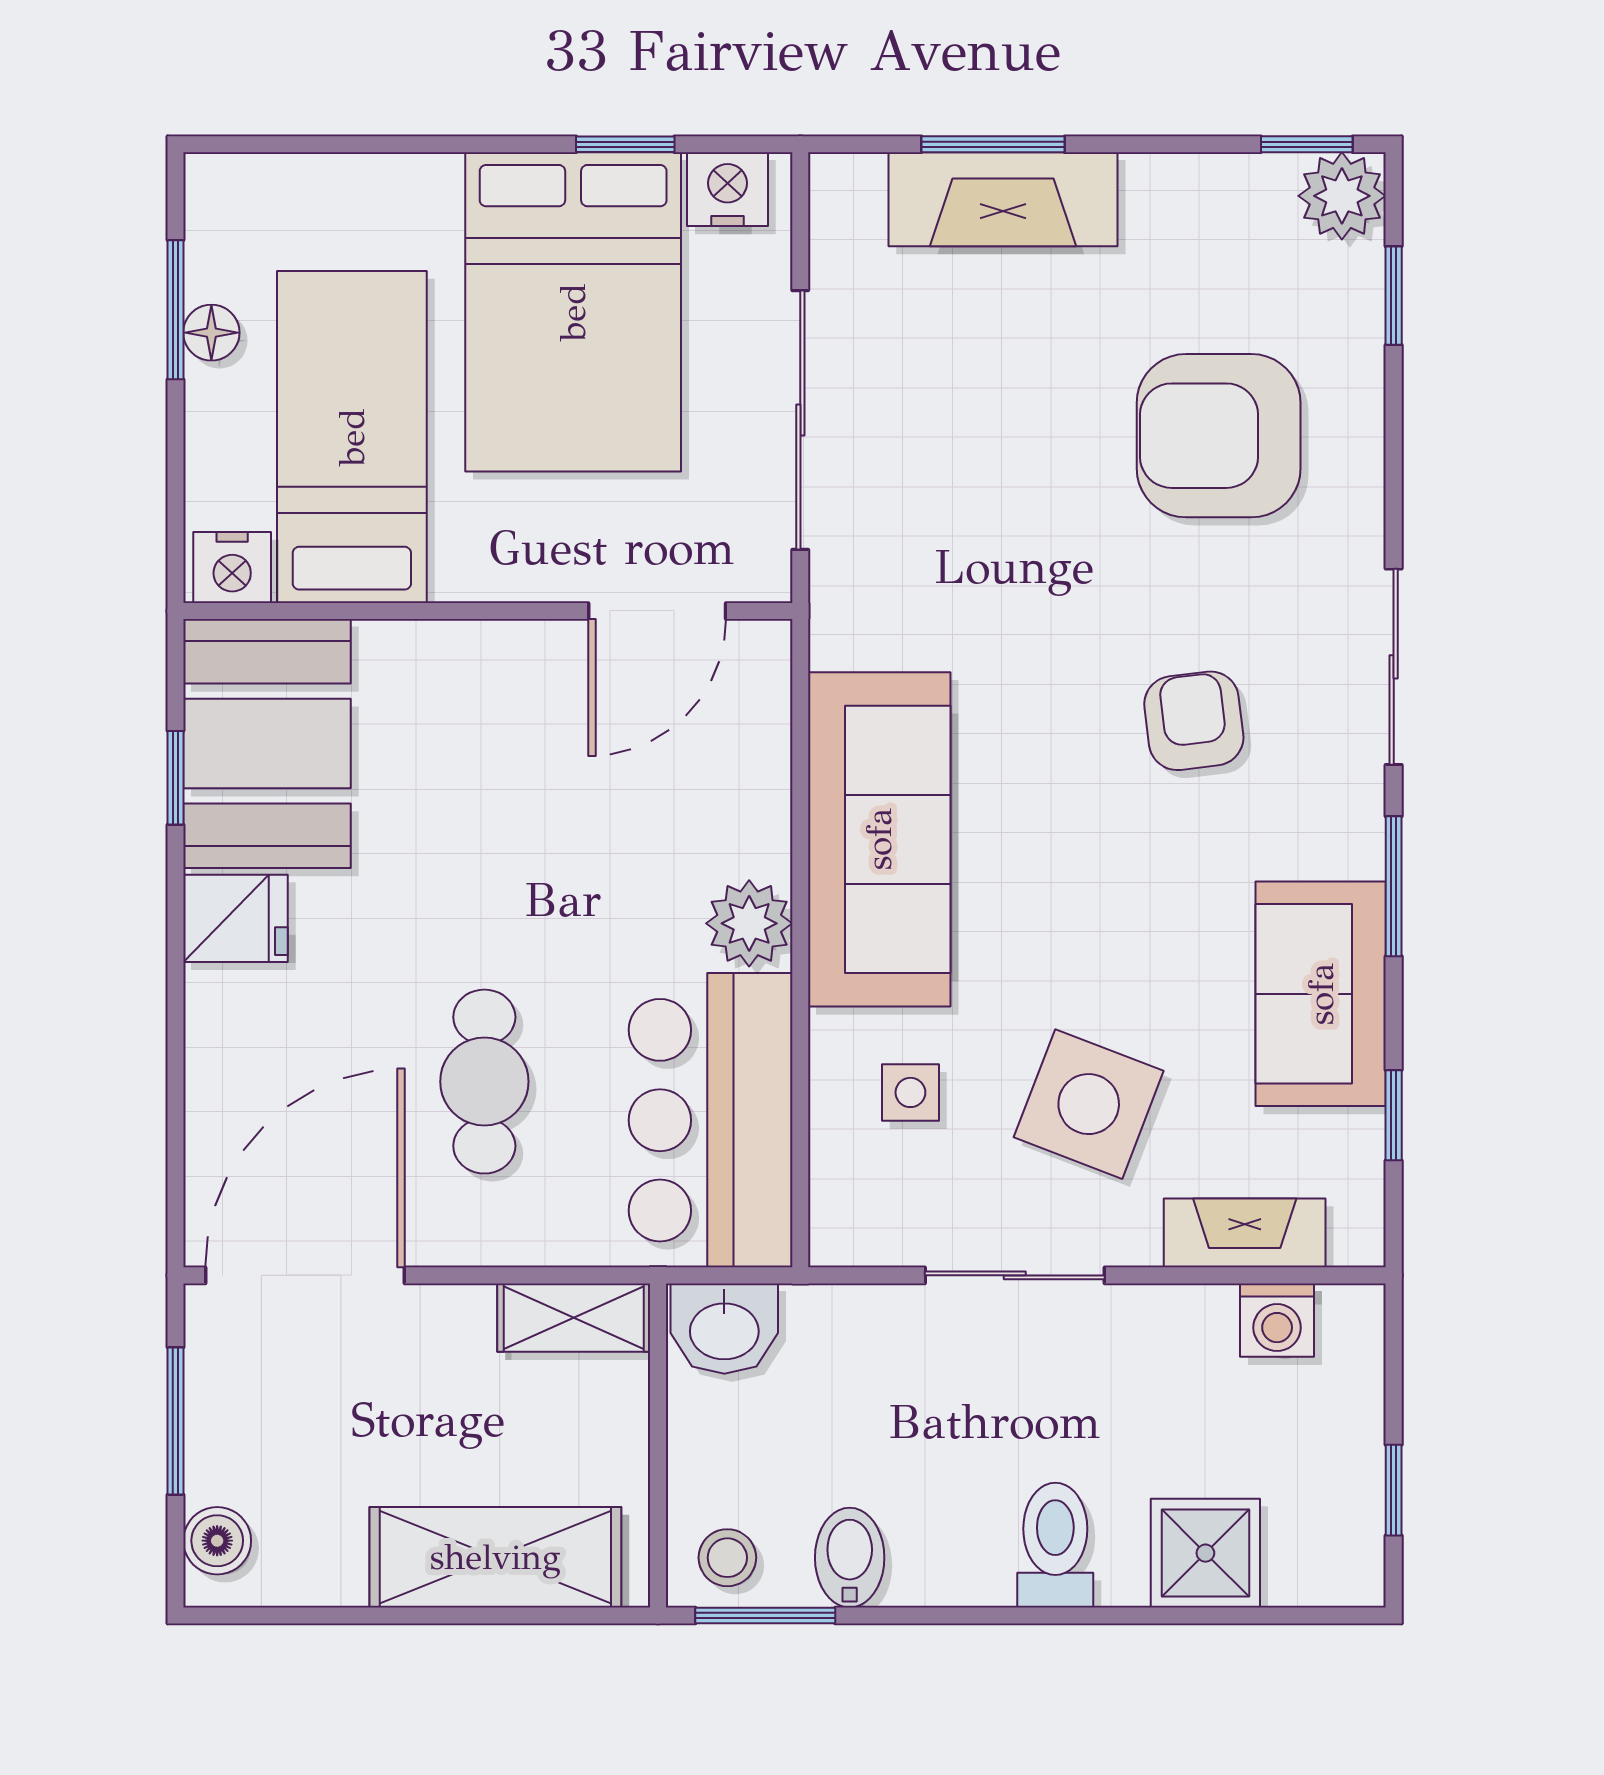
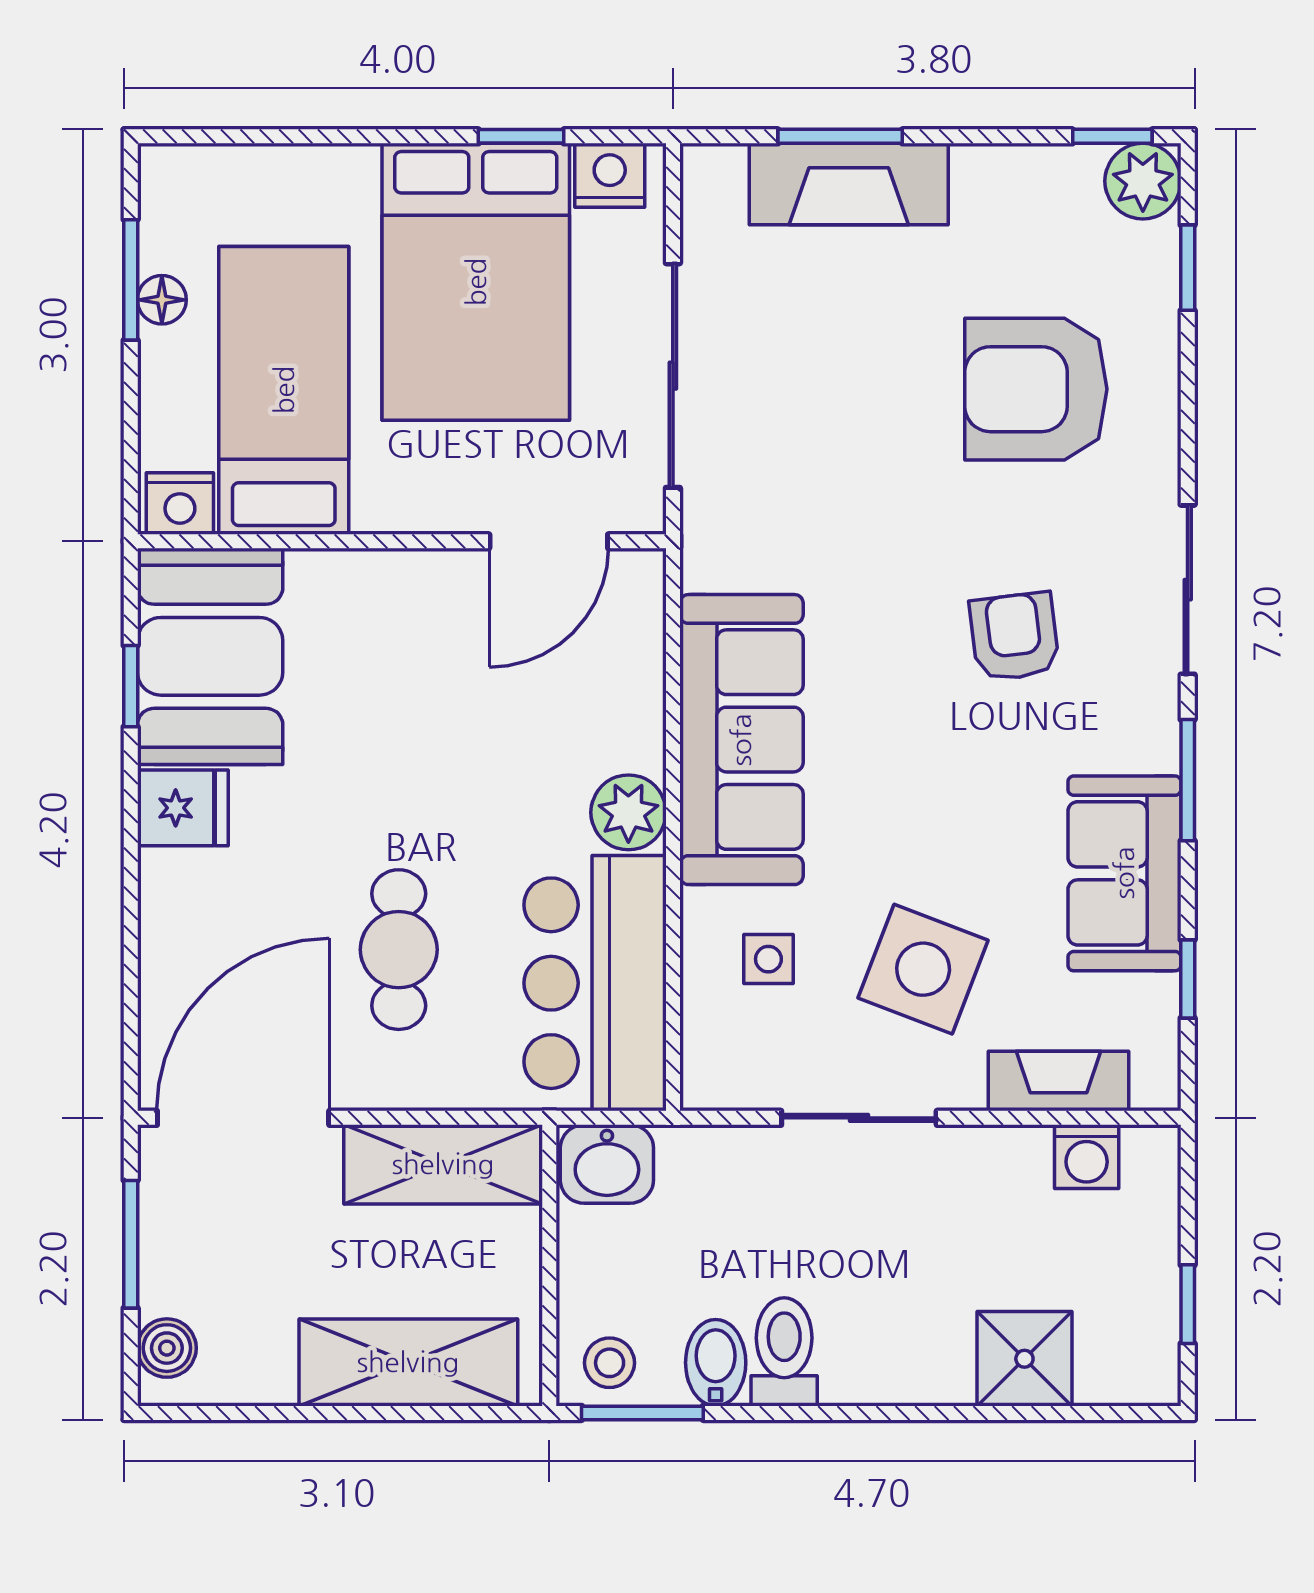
shelving: (574, 1318) -> (443, 1164), width x1.50, depth x1.33
toilet: (1055, 1545) -> (784, 1352), moved

